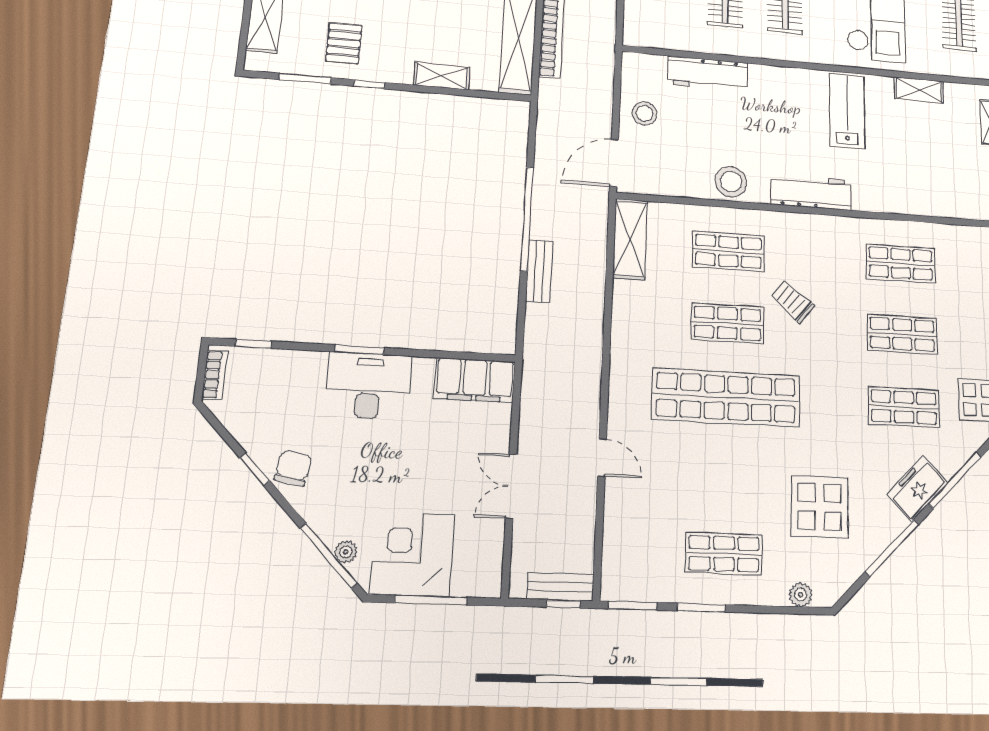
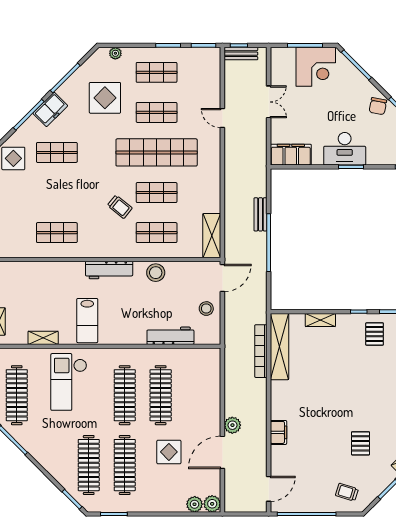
shop shelf: (902, 334) -> (157, 112), moved
plant: (346, 552) -> (348, 67), removed

